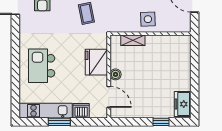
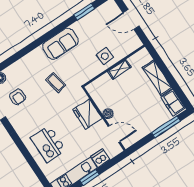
shelving: (133, 40) -> (119, 69), moved
shelving: (183, 71) -> (157, 78), added
window: (161, 122) -> (166, 127), width x2.17

